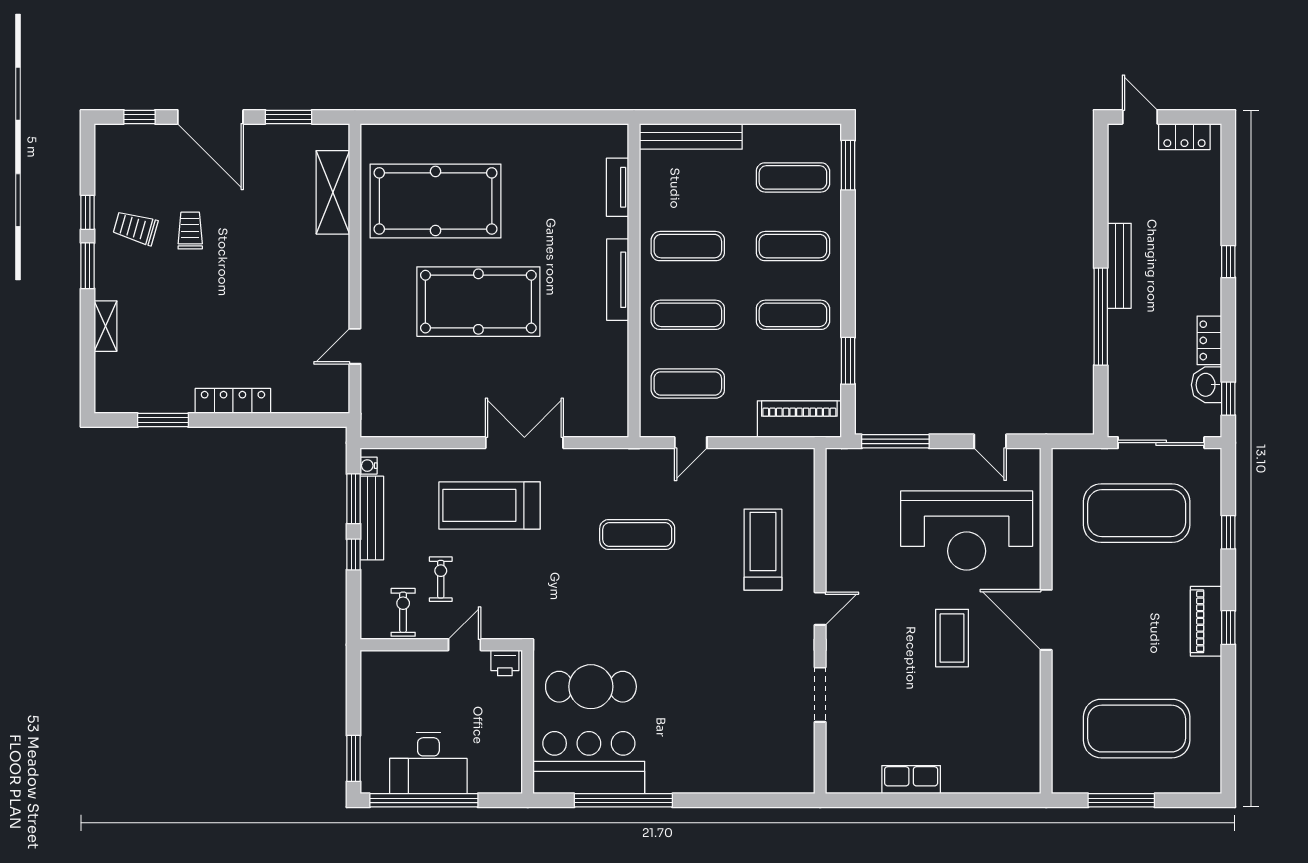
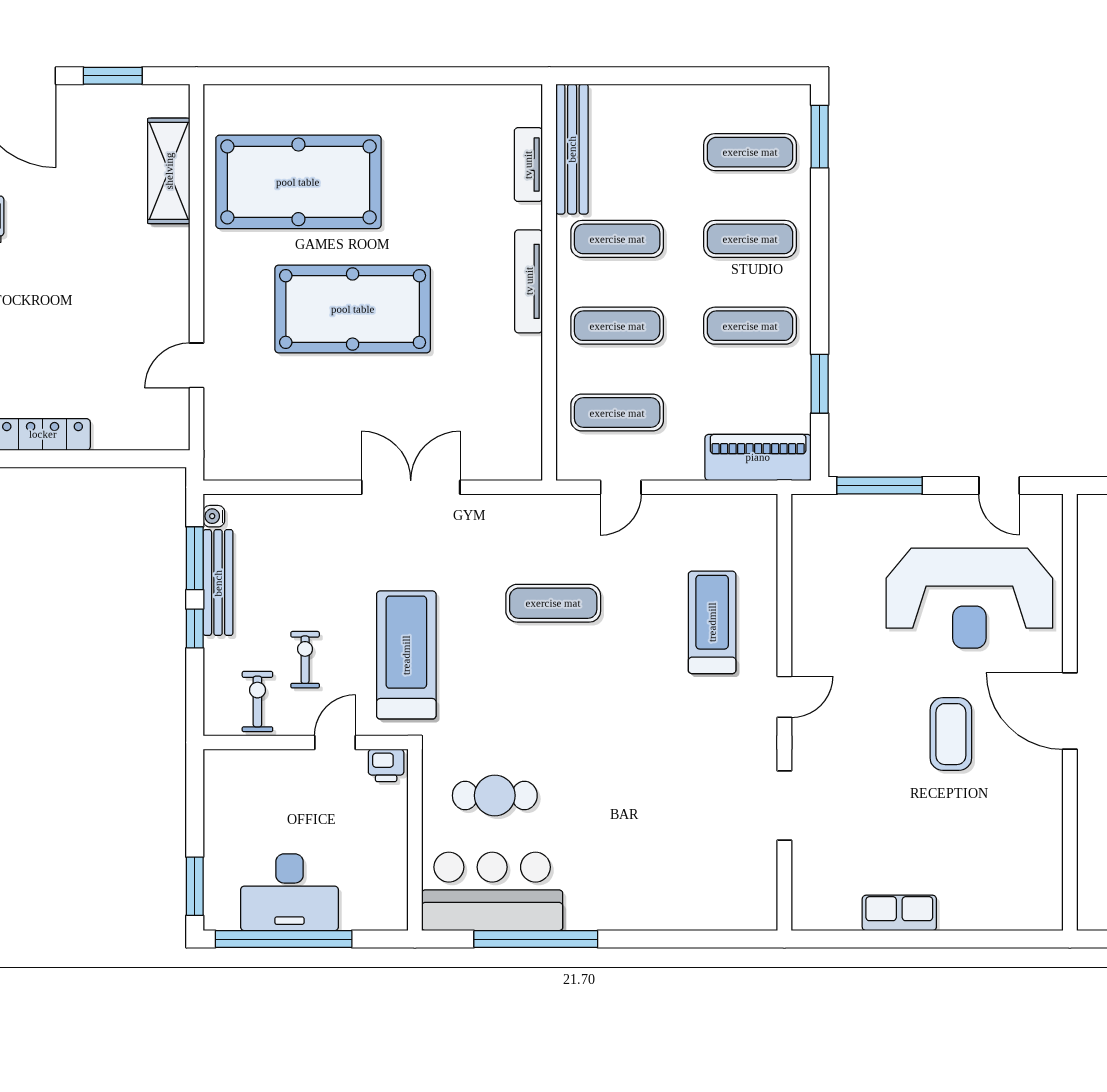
bench: (691, 136) -> (572, 149), moved, turned 90
treadmill: (489, 505) -> (406, 655), moved, turned 90
cafe table: (591, 687) -> (495, 796), width x0.73, depth x0.74

